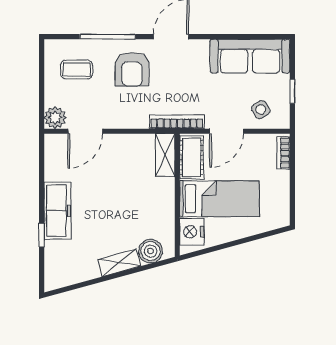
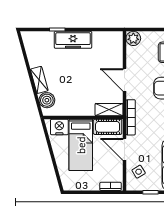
door: (85, 131) -> (125, 80), moved

